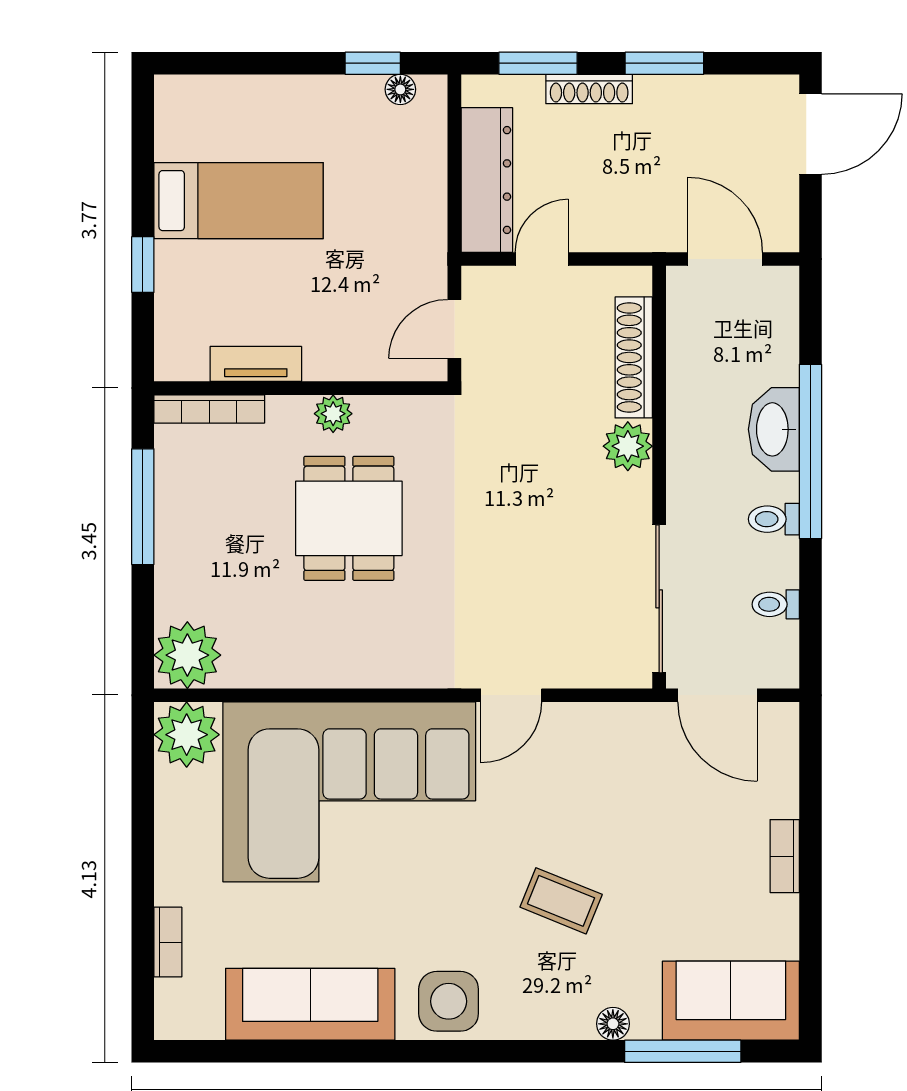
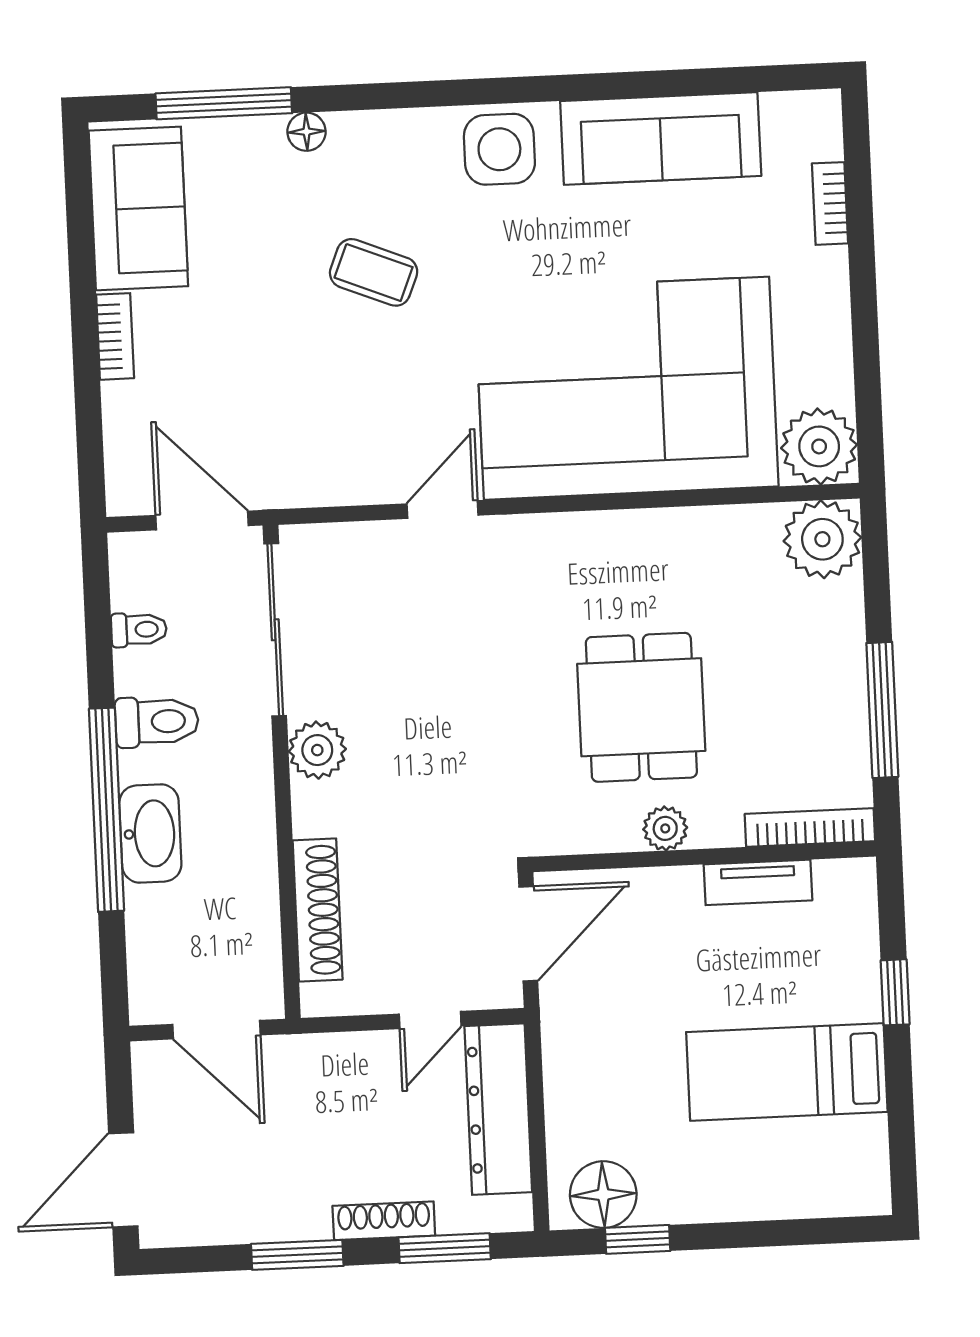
floor lamp: (400, 89) -> (603, 1195), width x1.89, depth x1.89
door: (454, 329) -> (528, 934), width x1.38
plant: (628, 446) -> (317, 750), moved
toilet: (774, 519) -> (157, 722), width x1.37, depth x1.39
sofa: (731, 1001) -> (138, 208), moved, turned -90

